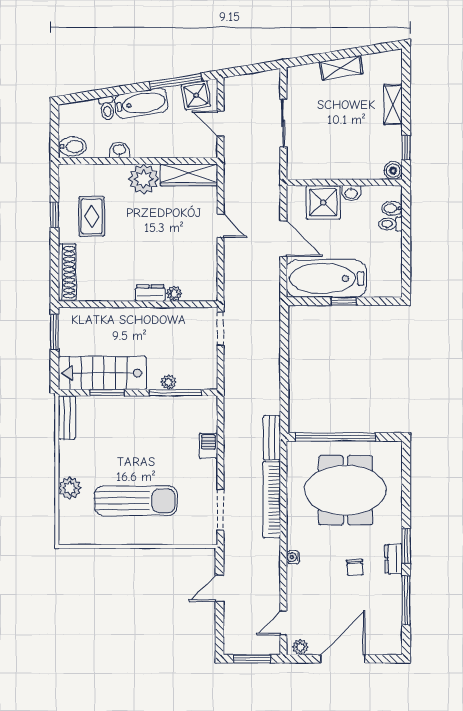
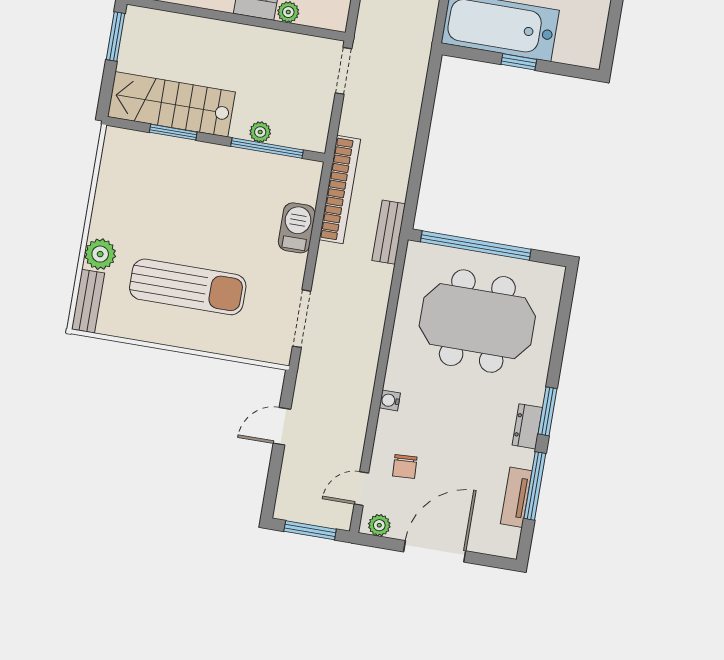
bench: (67, 418) -> (88, 301), moved
barbecue: (208, 446) -> (297, 228), width x1.38, depth x1.27
bookcase: (272, 500) -> (340, 189), moved, turned 180
chair: (355, 567) -> (405, 467), moved
tv unit: (394, 611) -> (516, 497), added

